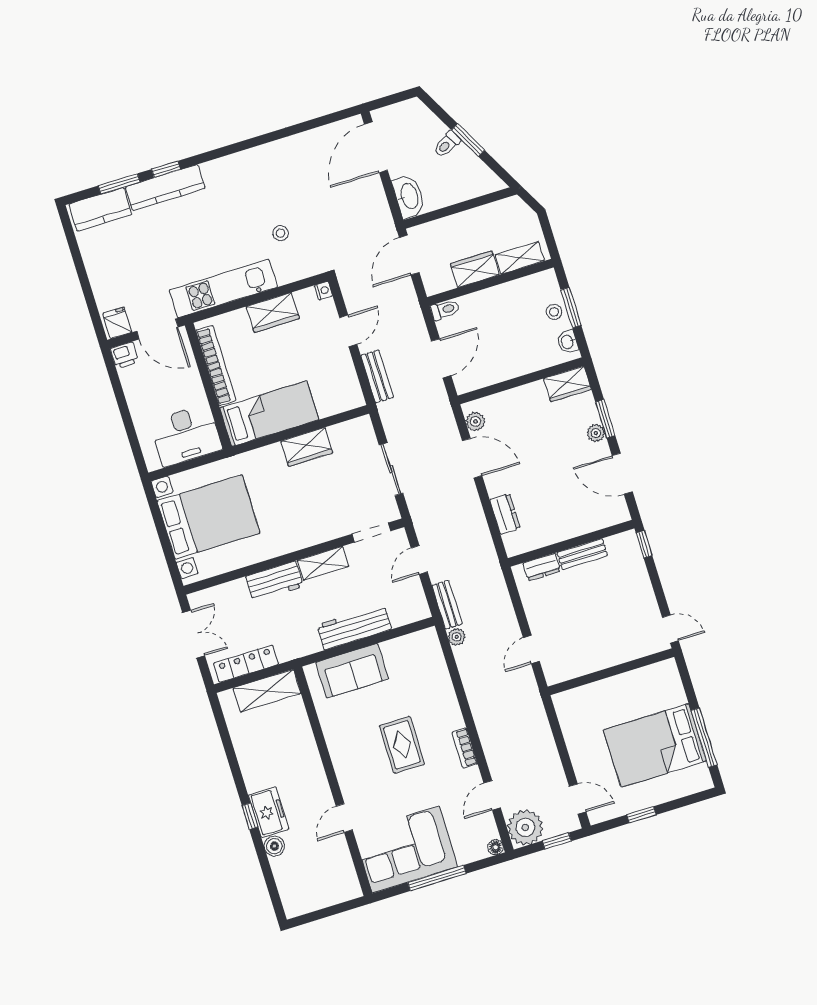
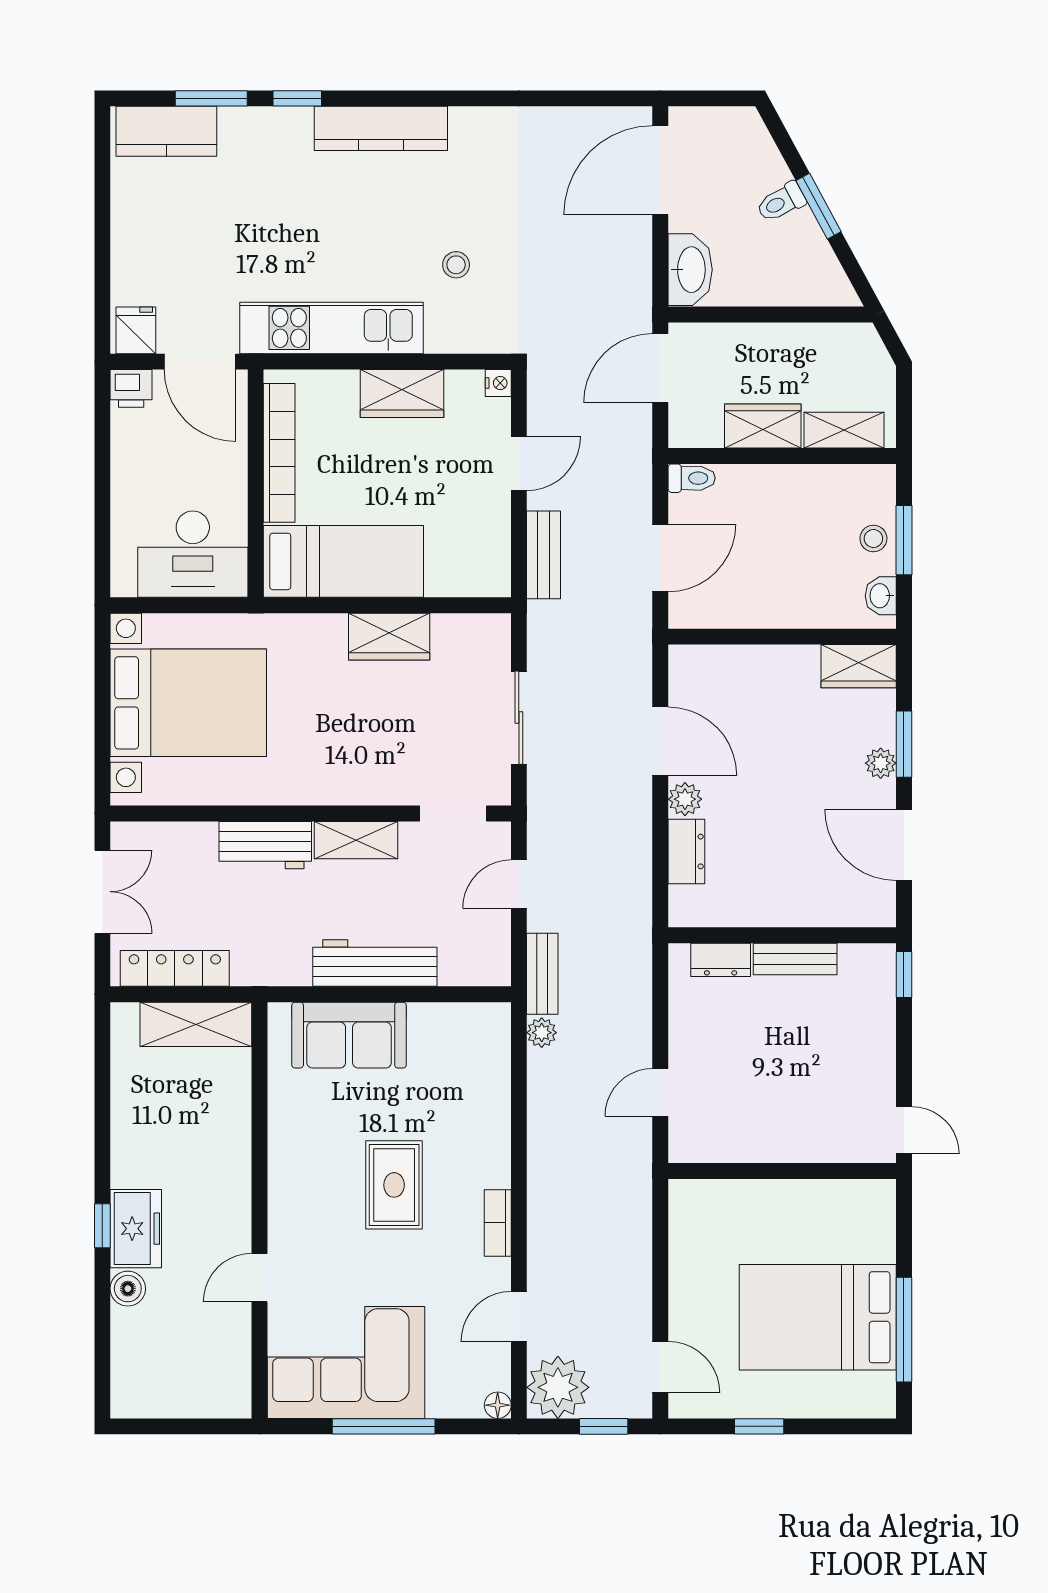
kitchen counter: (165, 187) -> (381, 128), moved
plant: (475, 421) -> (685, 799), moved

